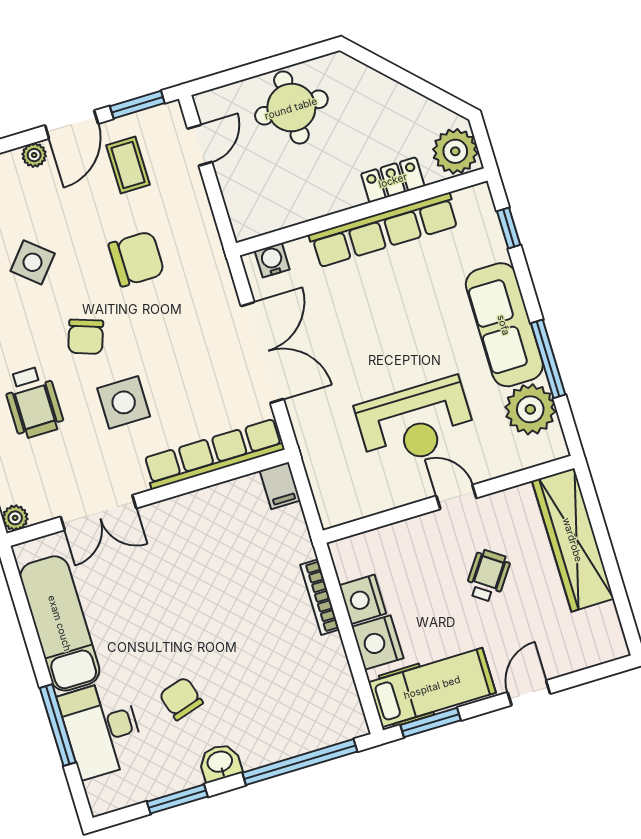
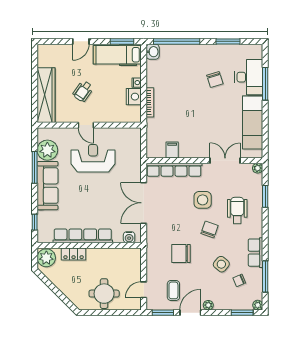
filing cabinet: (280, 486) -> (172, 150), moved
nightstand: (378, 643) -> (137, 83), width x0.53, depth x0.56
washbasin: (220, 763) -> (153, 52), moved, turned -90

